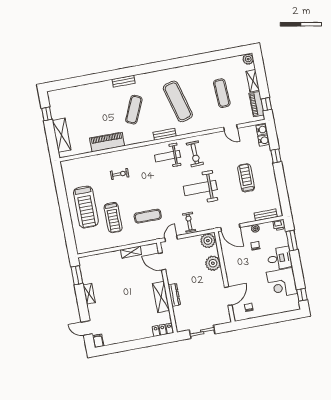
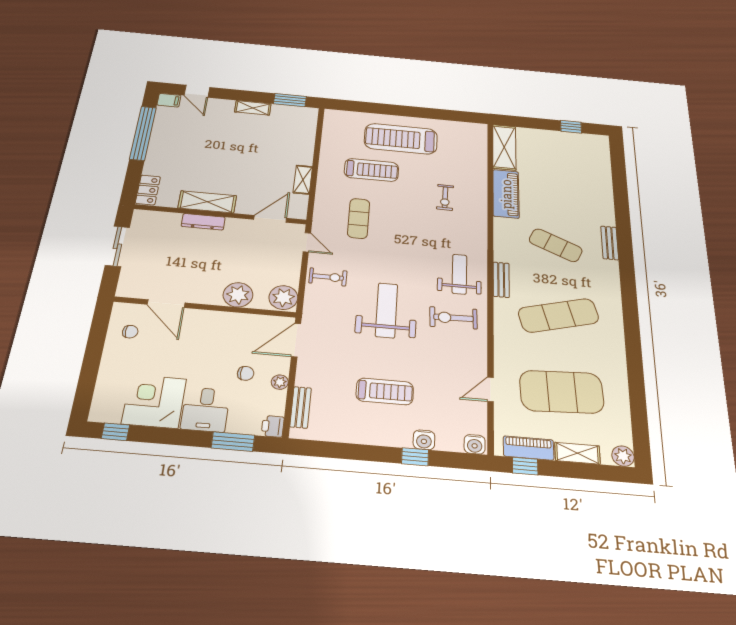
exercise mat: (222, 93) -> (562, 392), width x2.00, depth x1.45
shelving: (62, 135) -> (504, 147), moved, turned 90
water cooler: (264, 140) -> (424, 440), moved
treadmill: (113, 218) -> (371, 170), turned 180
door: (87, 328) -> (197, 91), swing flipped
window: (126, 346) -> (143, 133), added

